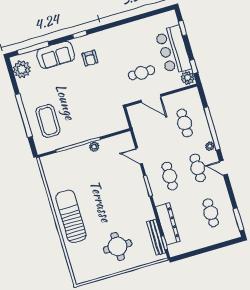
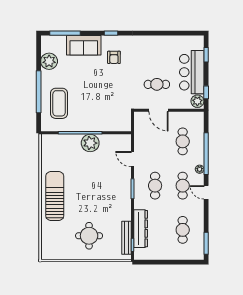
plant: (22, 69) -> (49, 61), moved
plant: (94, 147) -> (90, 143), width x1.88, depth x1.88

